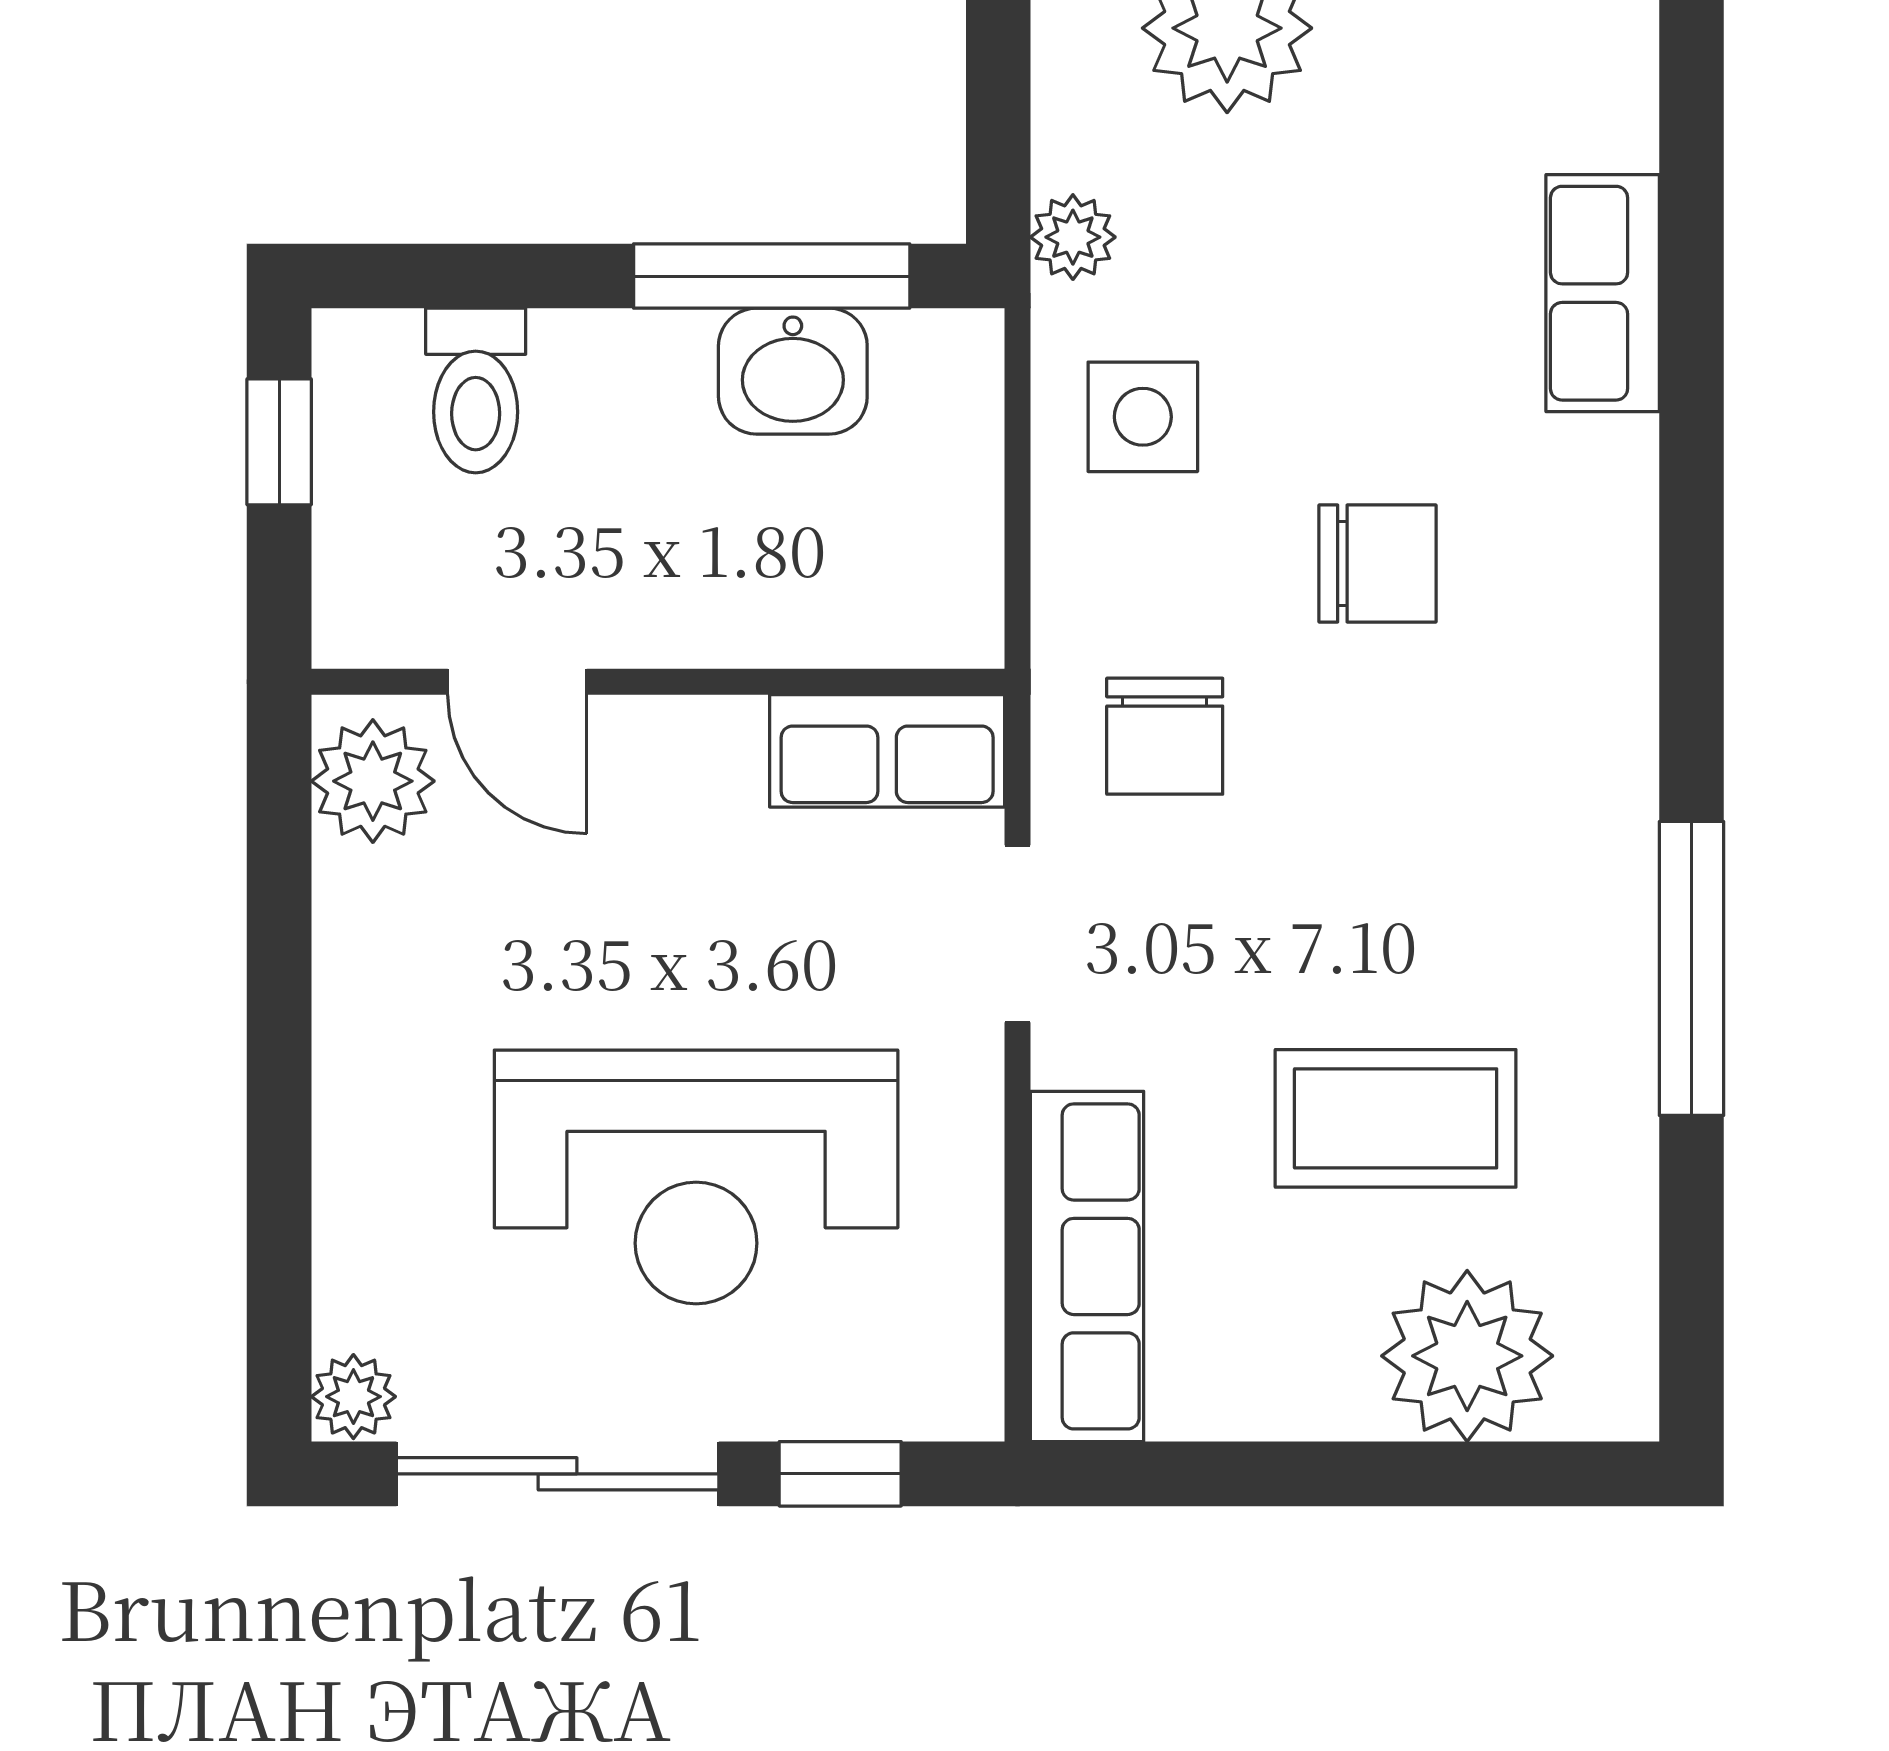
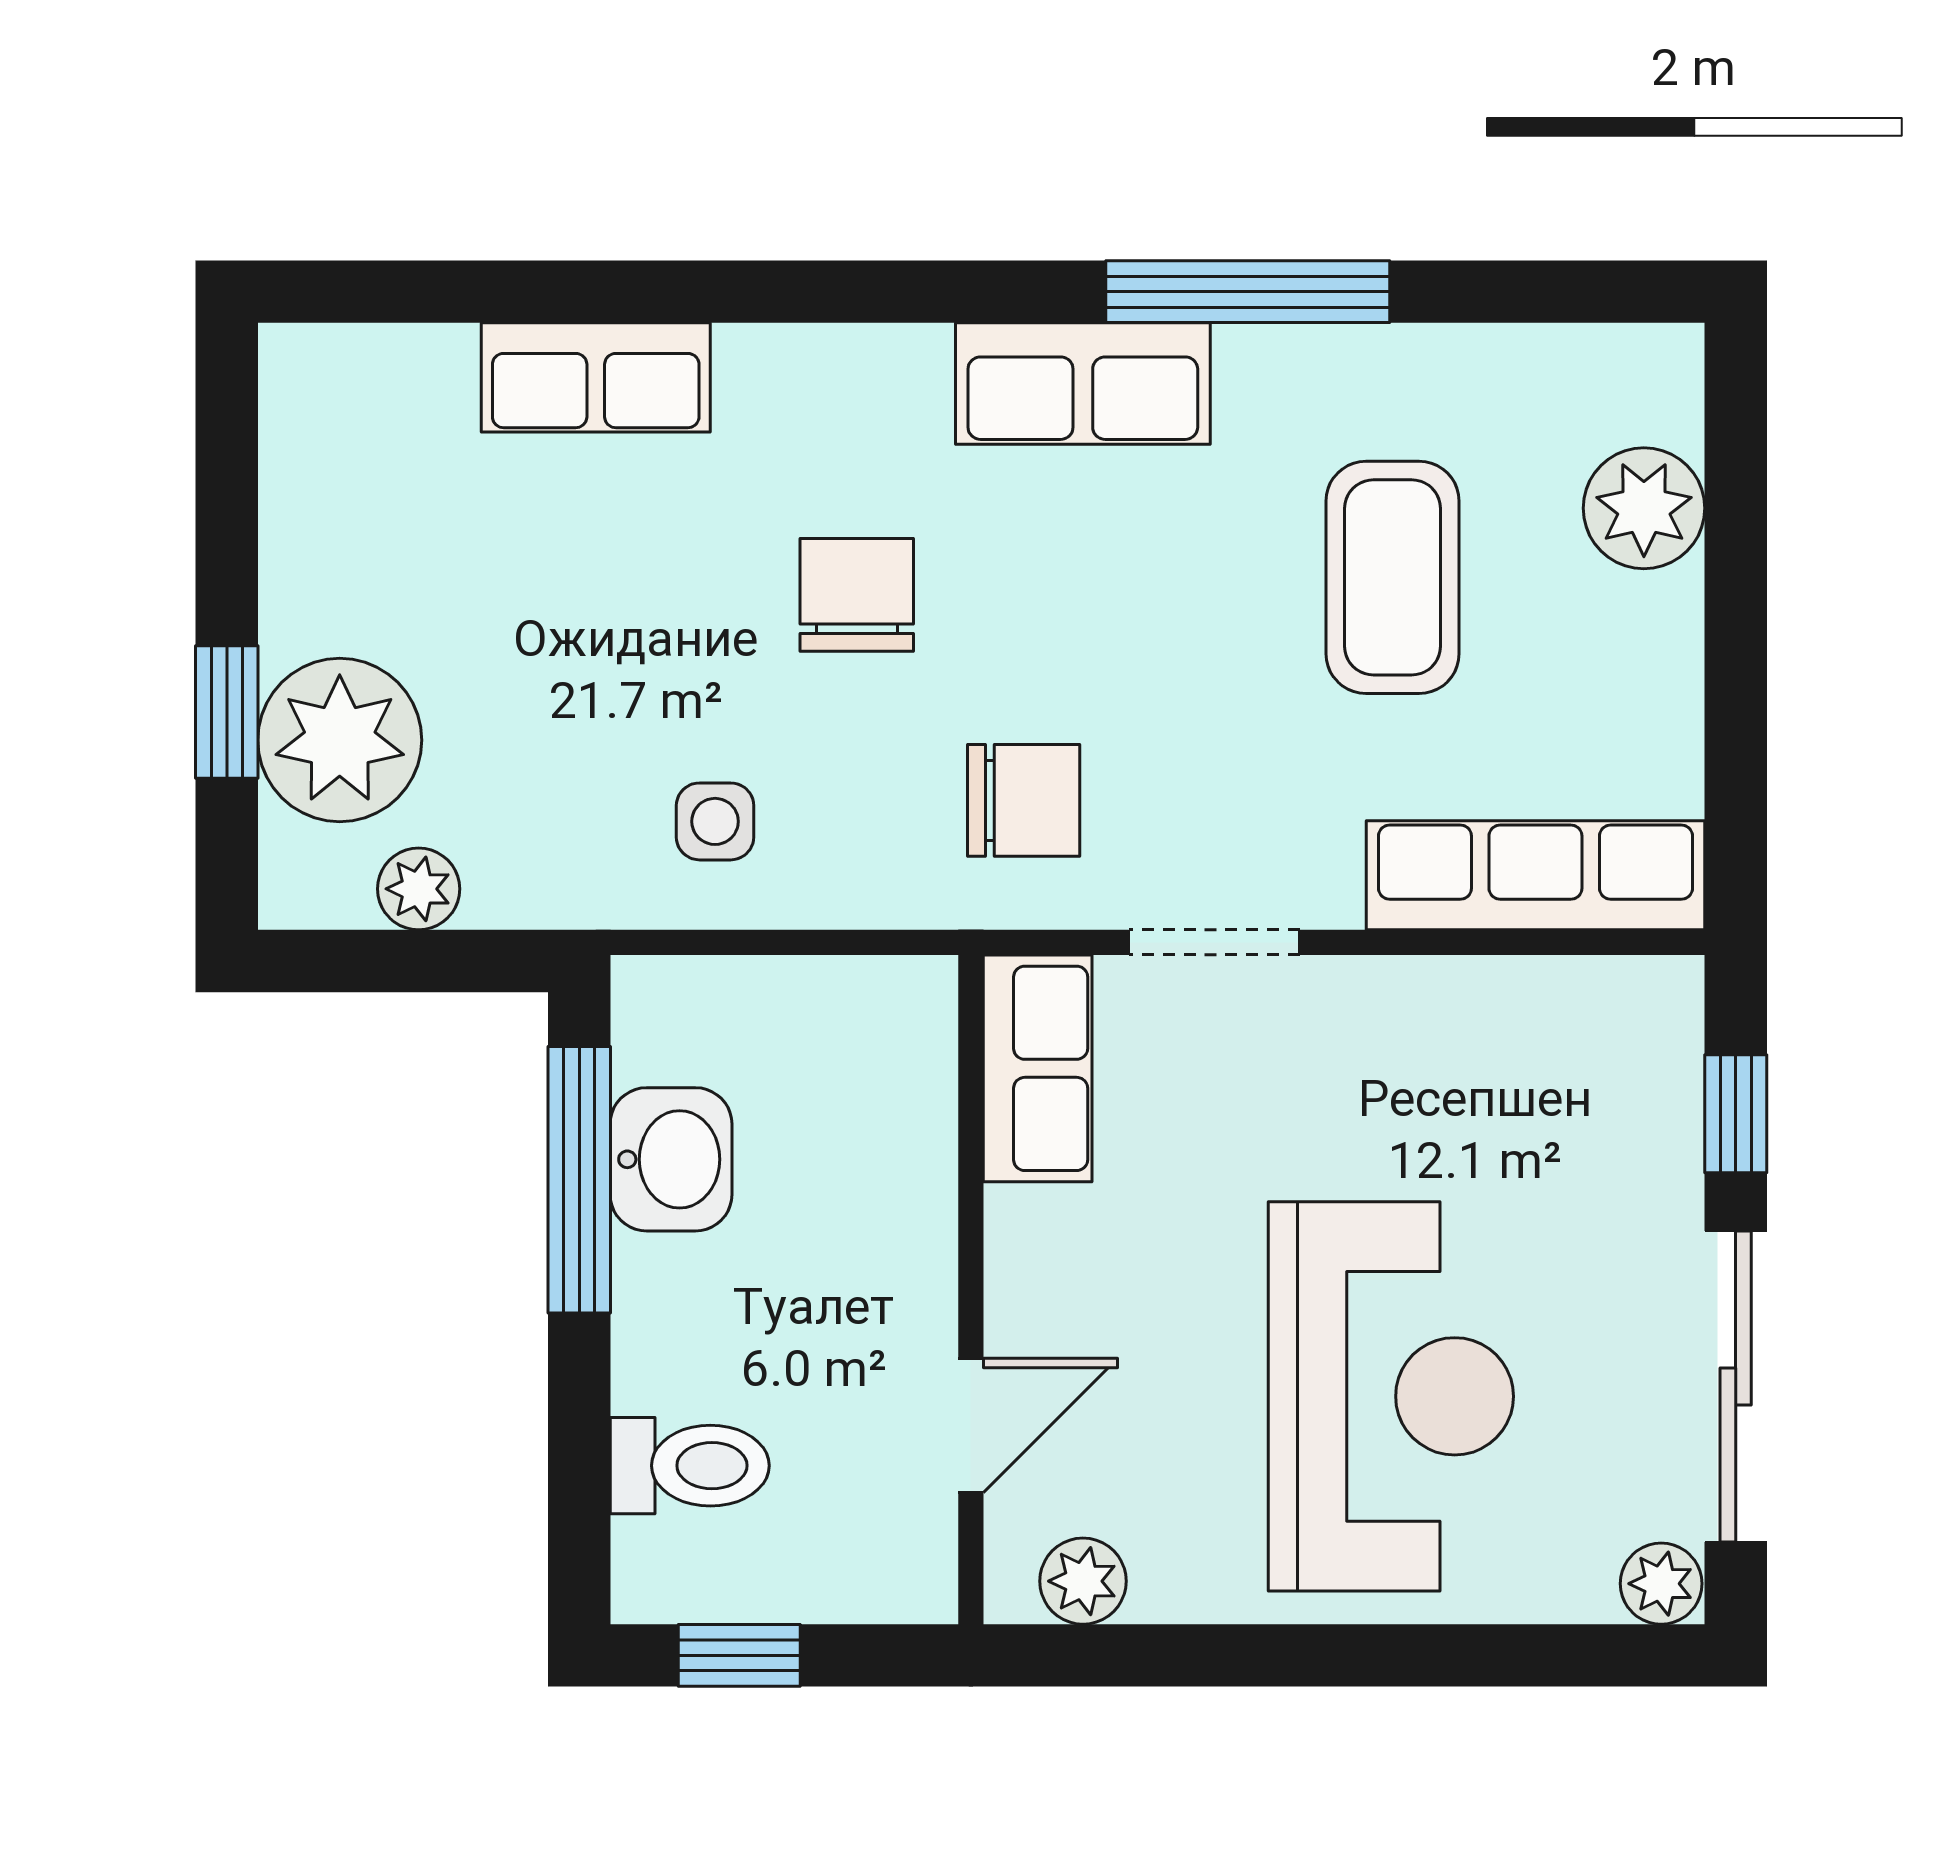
plant: (1073, 237) -> (419, 889), moved
side table: (1143, 417) -> (715, 821), width x0.73, depth x0.73
plant: (373, 781) -> (1083, 1581), width x0.73, depth x0.73
row of seats: (1596, 798) -> (1083, 384), added
reception desk: (696, 1177) -> (1391, 1396), moved
plant: (1467, 1356) -> (1644, 508), width x0.73, depth x0.73

